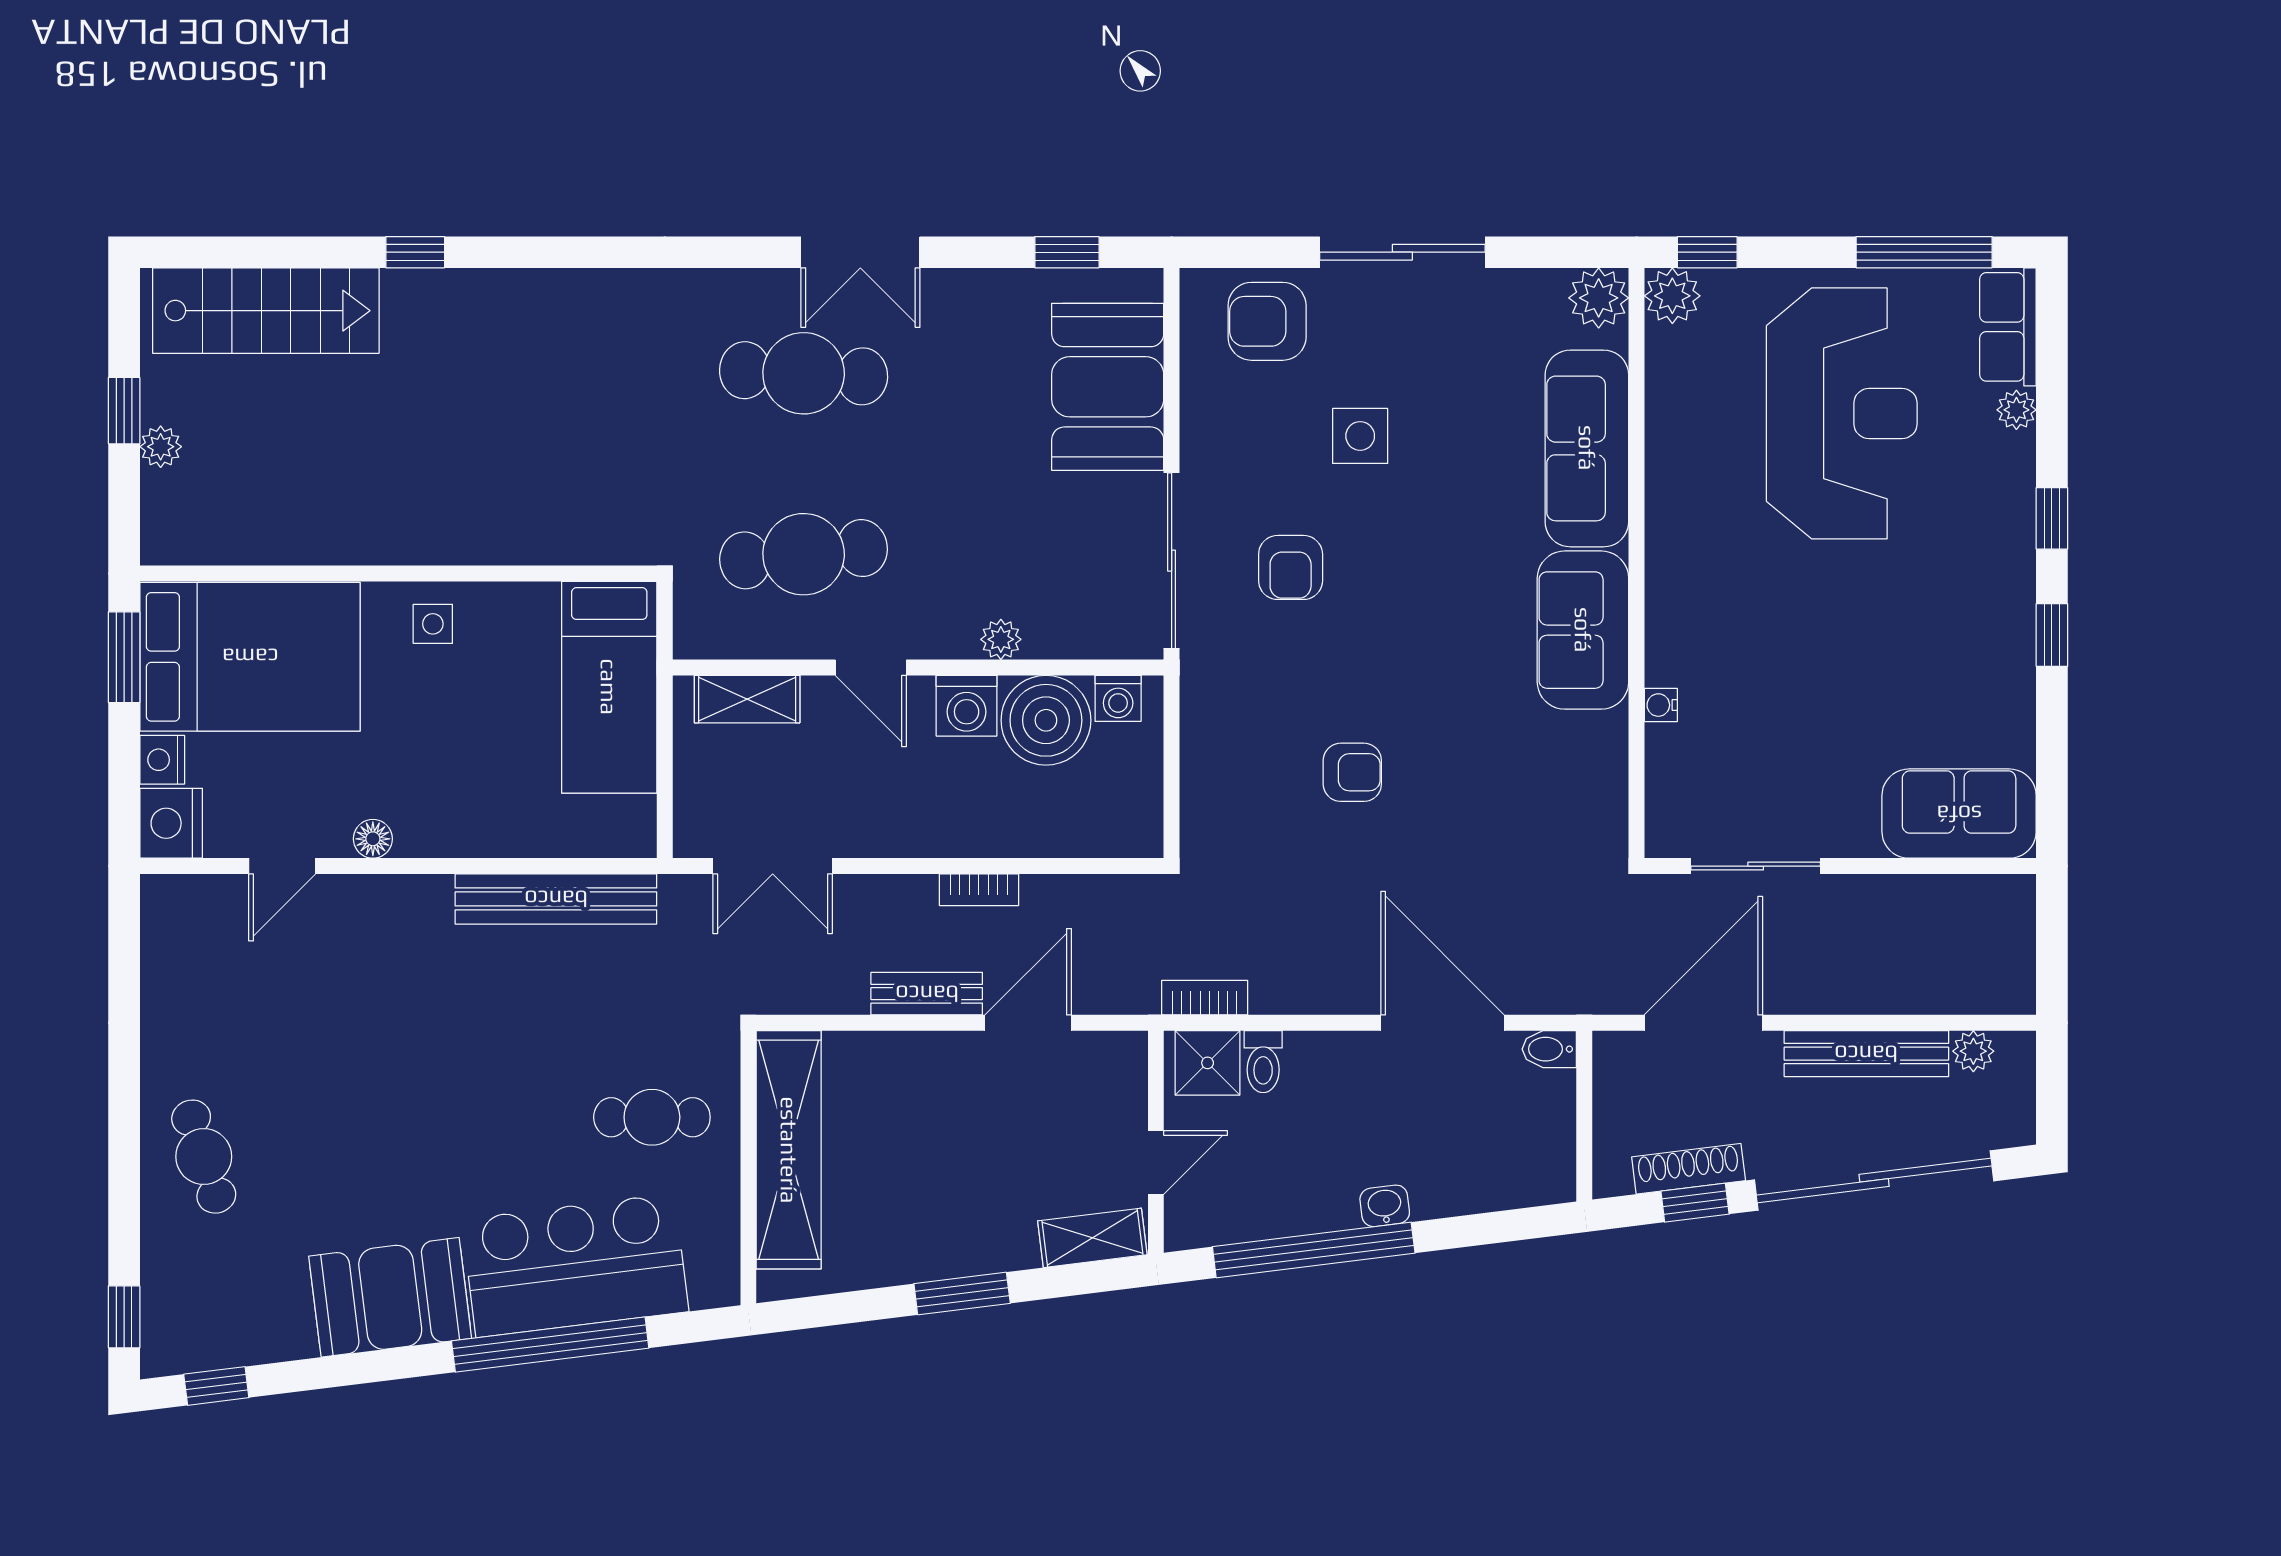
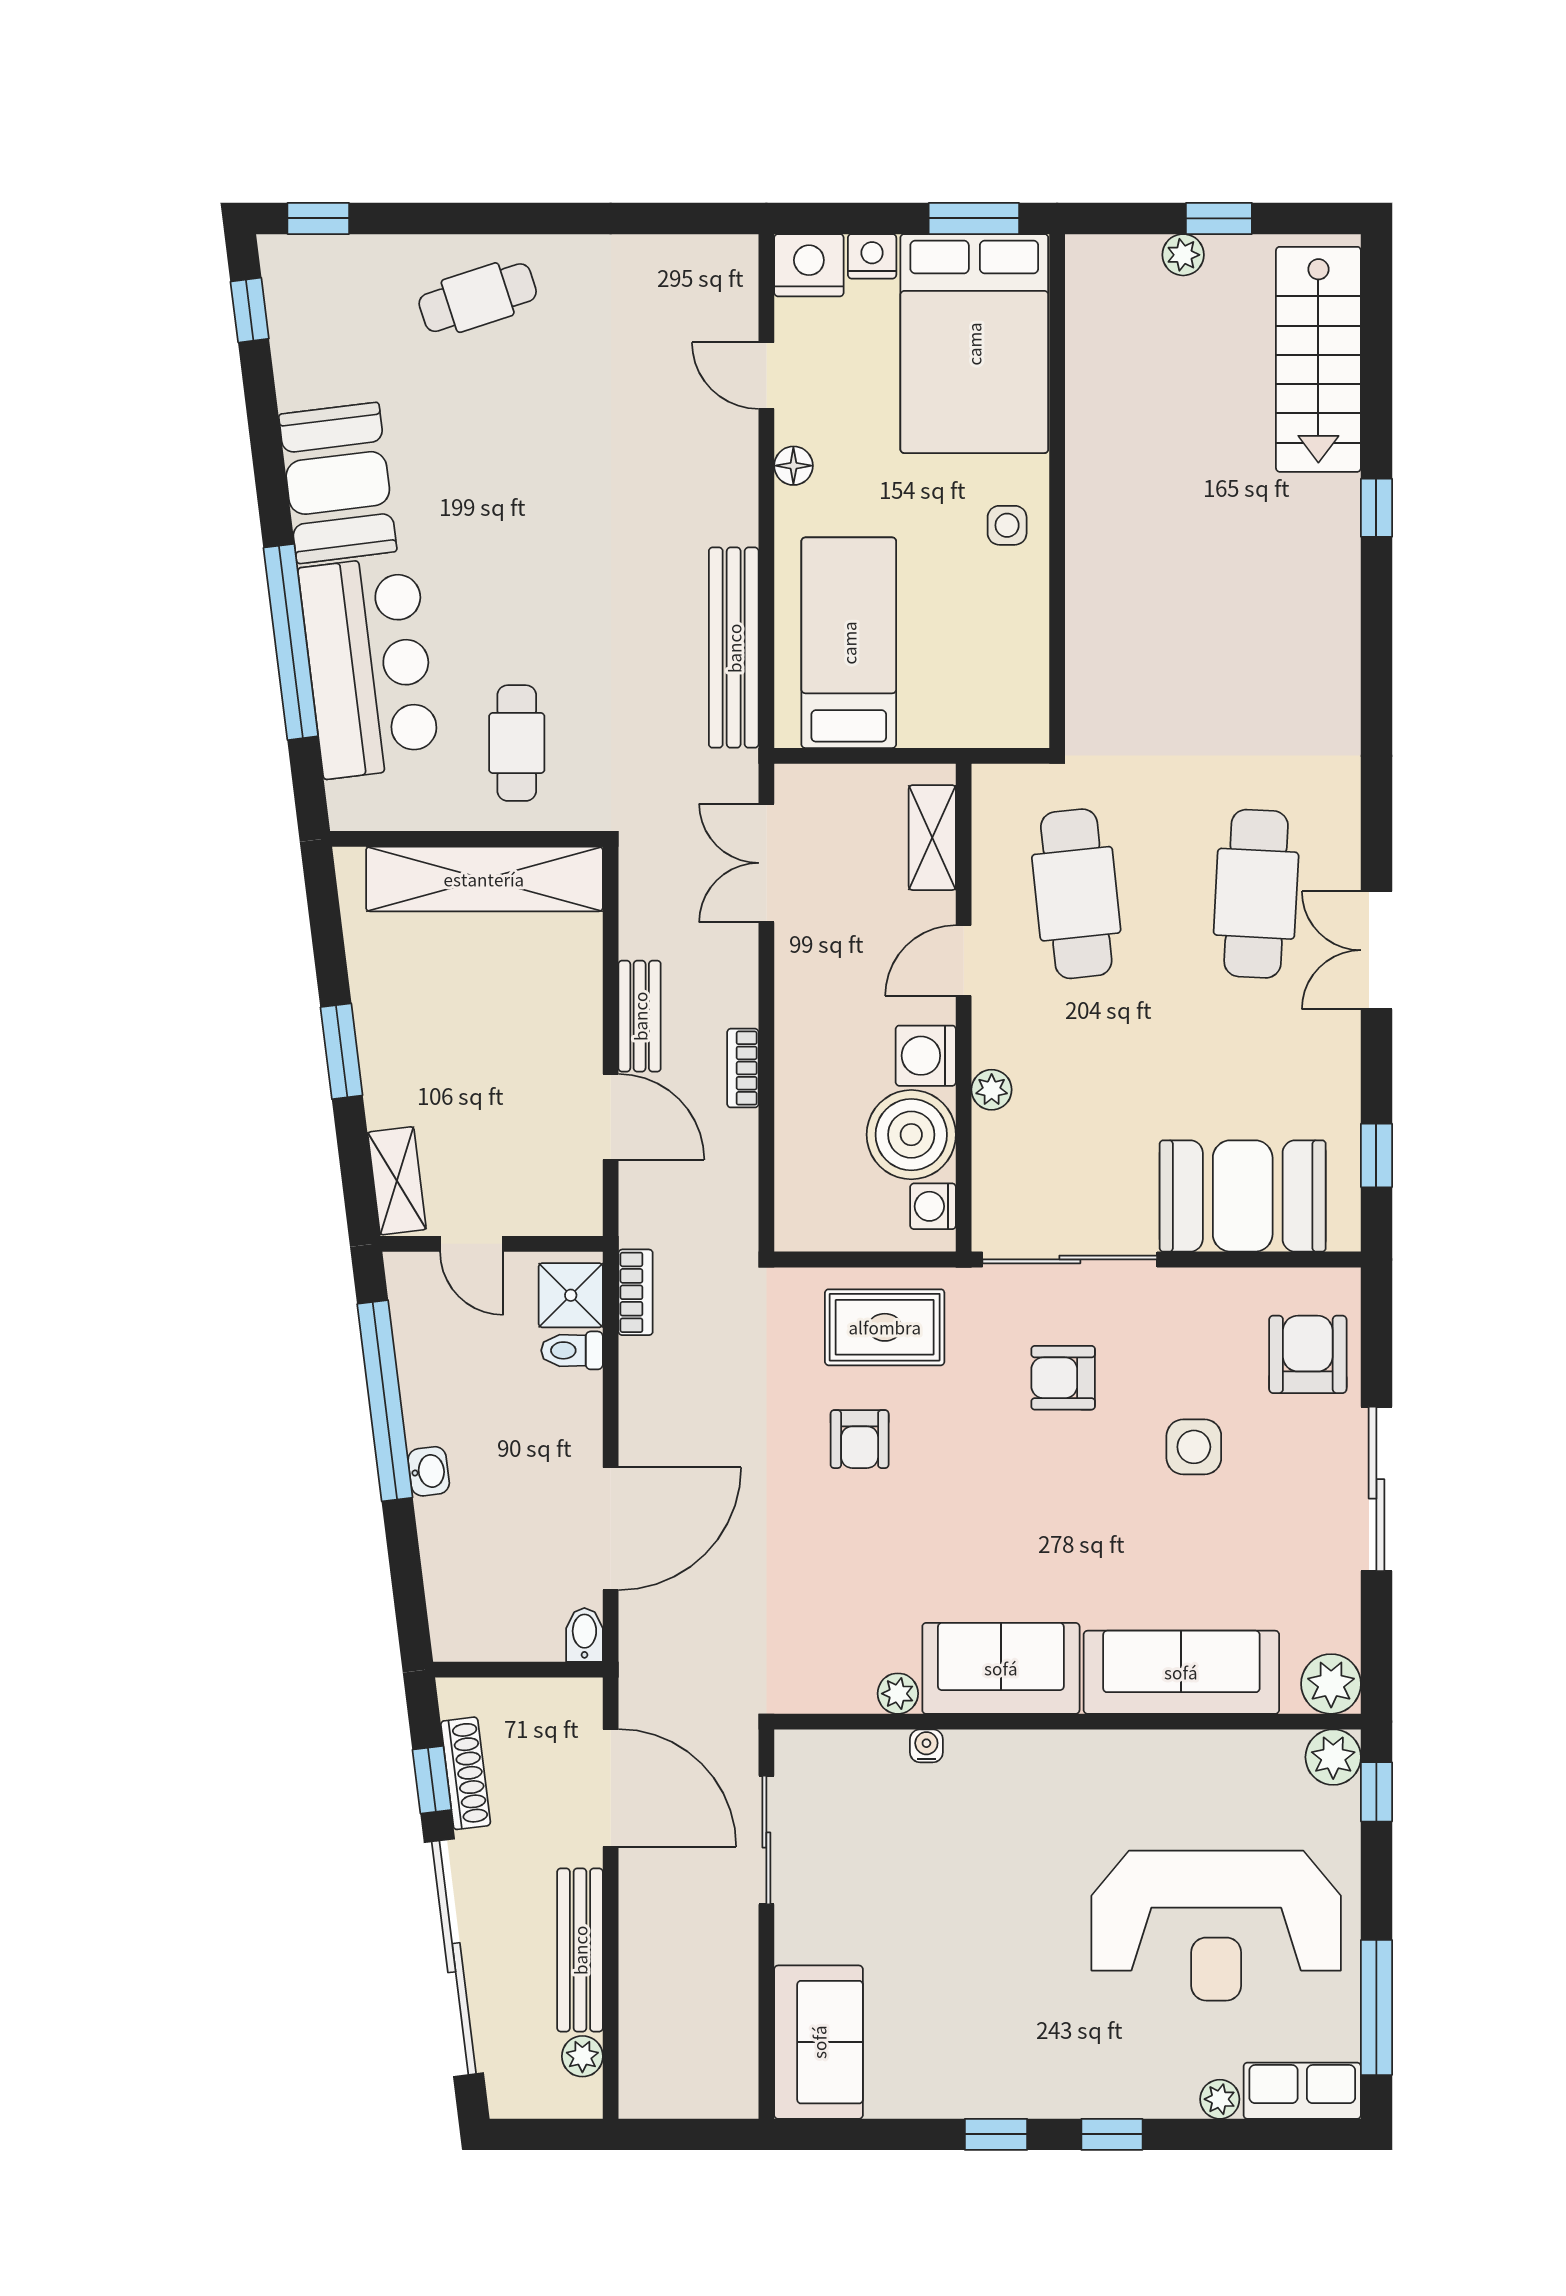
bed: (609, 687) -> (849, 643), moved, turned 90
plant: (1608, 734) -> (898, 1694), added
rug: (1240, 747) -> (885, 1327), added

